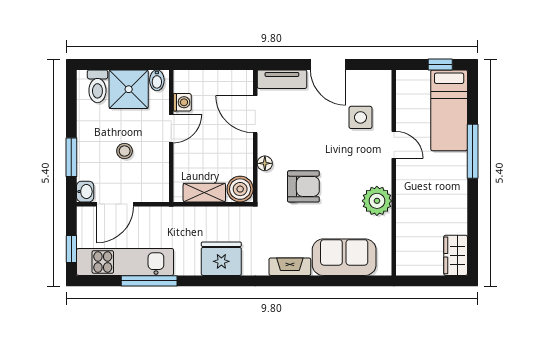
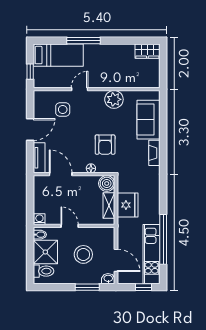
window: (440, 64) -> (30, 72), moved
washing machine: (182, 102) -> (39, 219), moved
door: (255, 114) -> (61, 174), swing flipped
stool: (125, 151) -> (83, 254), width x1.89, depth x1.89
armchair: (303, 186) -> (105, 145), turned 180
fridge: (221, 259) -> (128, 205), moved, turned 180
window: (149, 281) -> (163, 239), width x1.46

